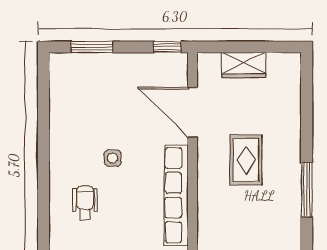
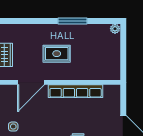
side table: (113, 158) -> (13, 127), moved

